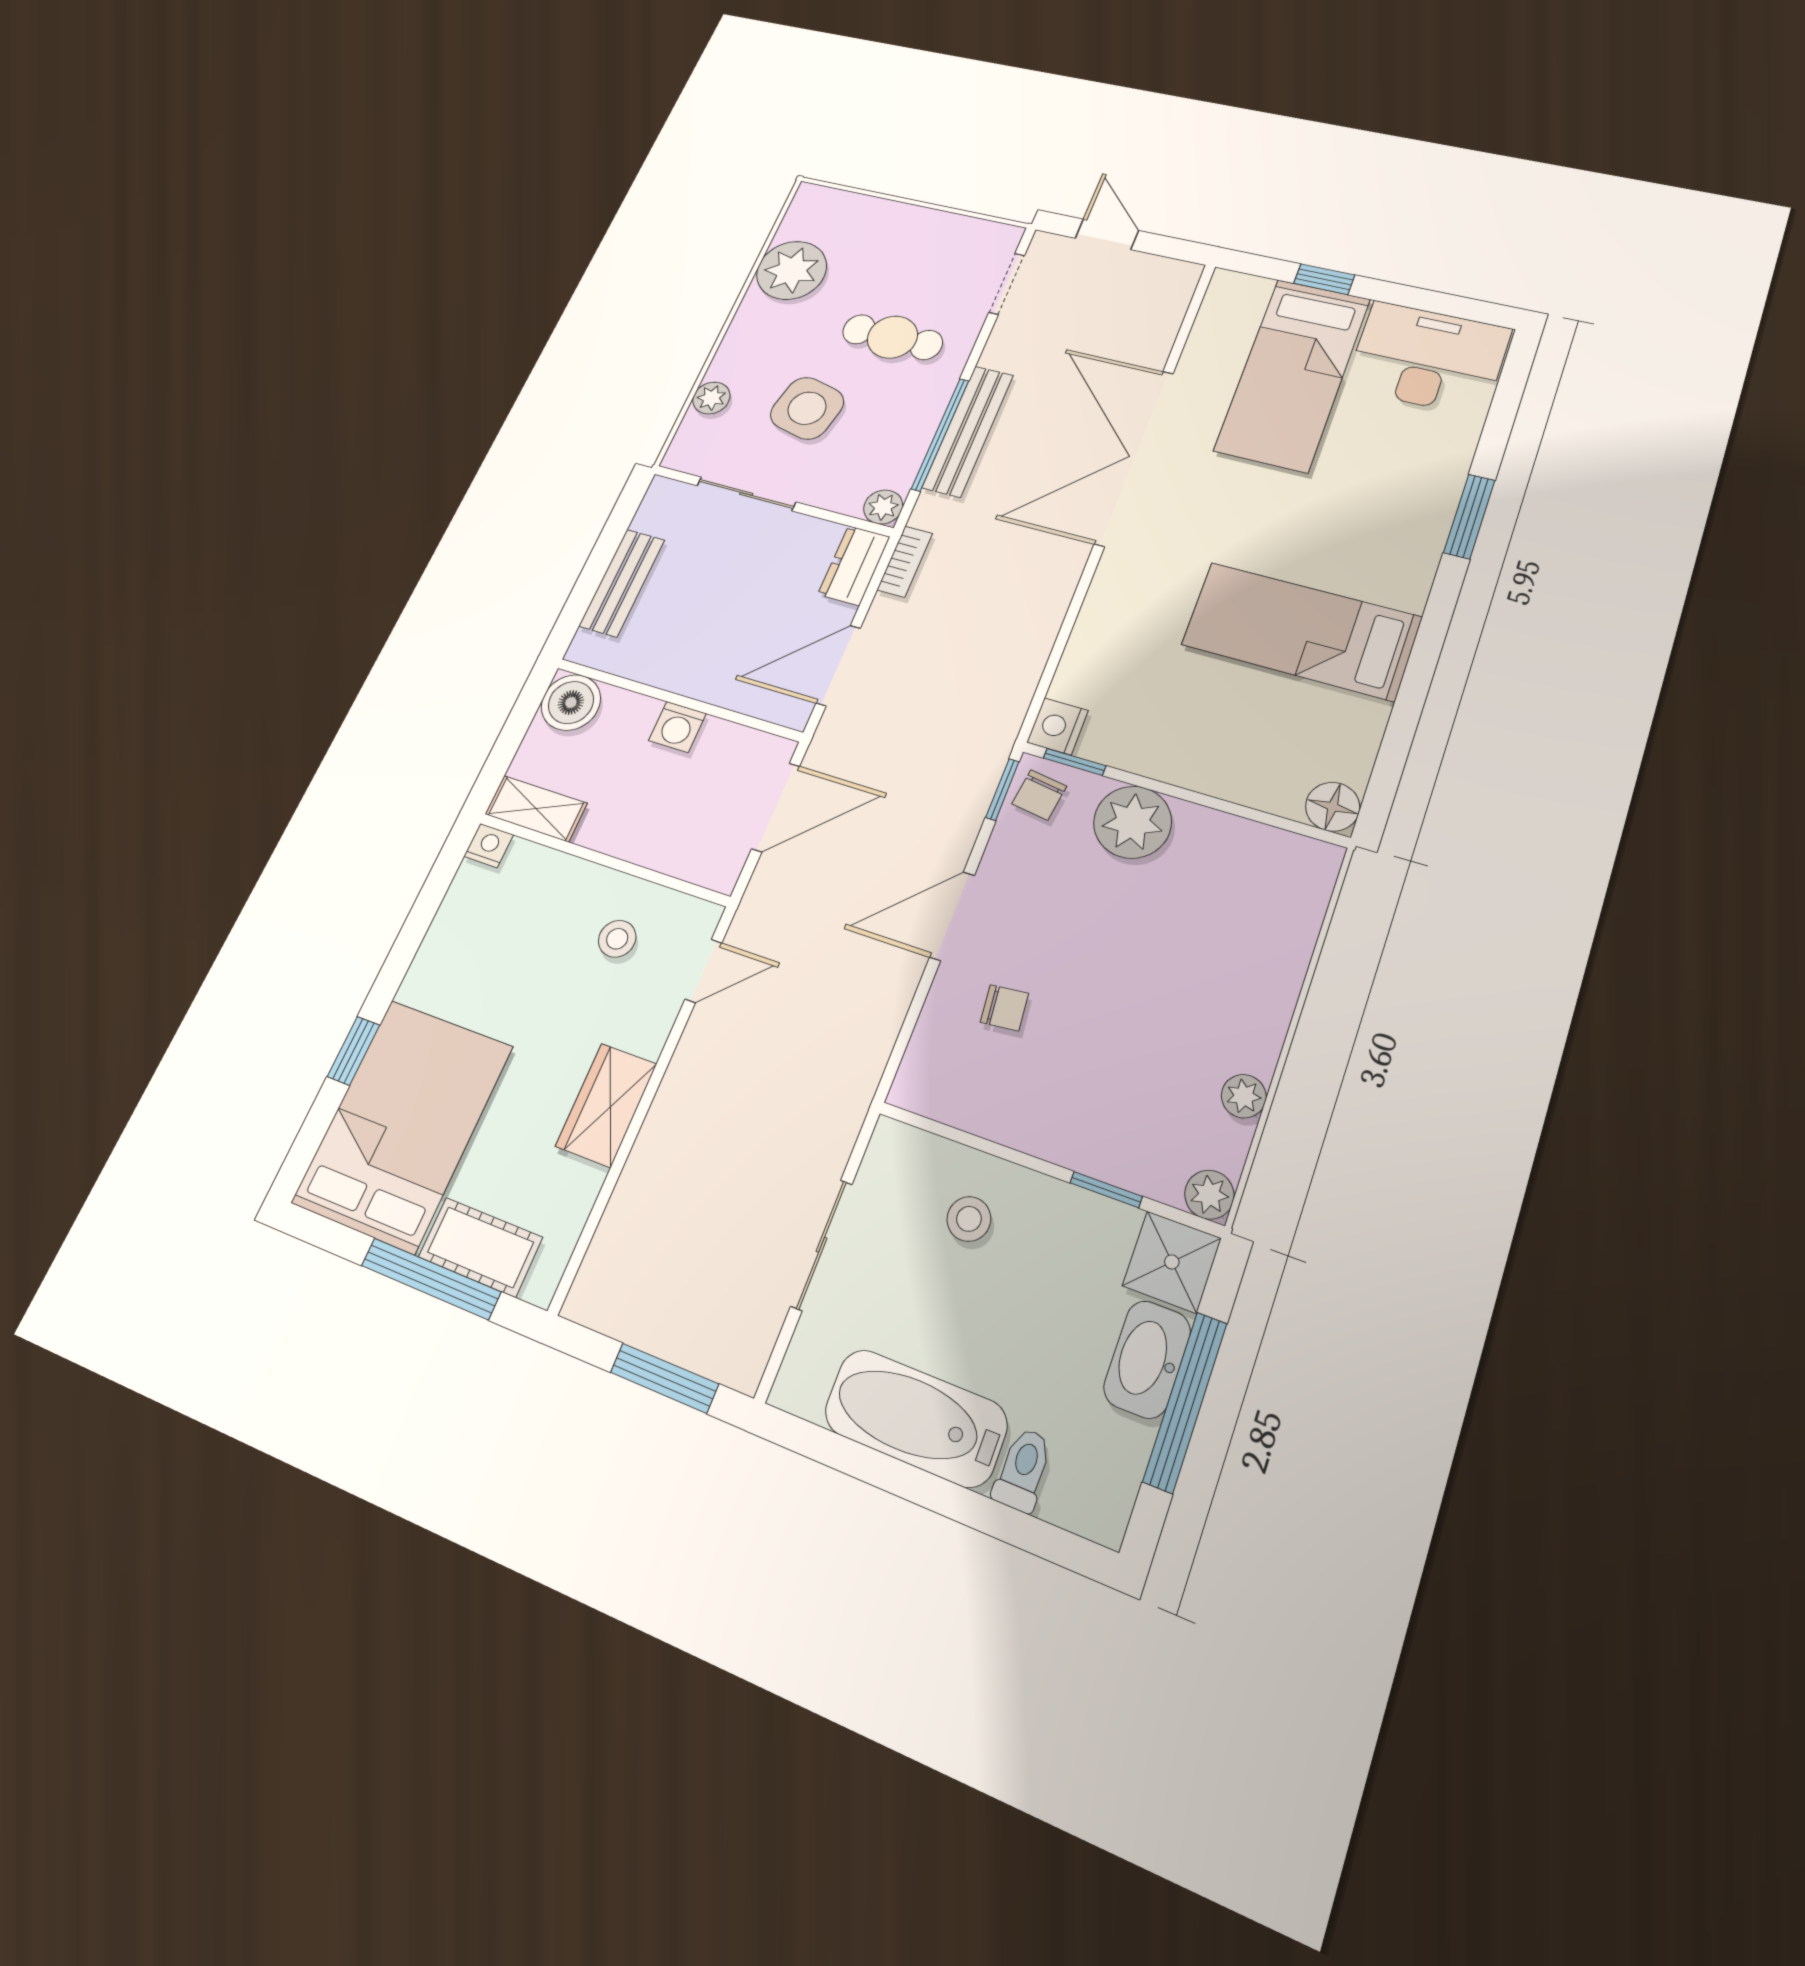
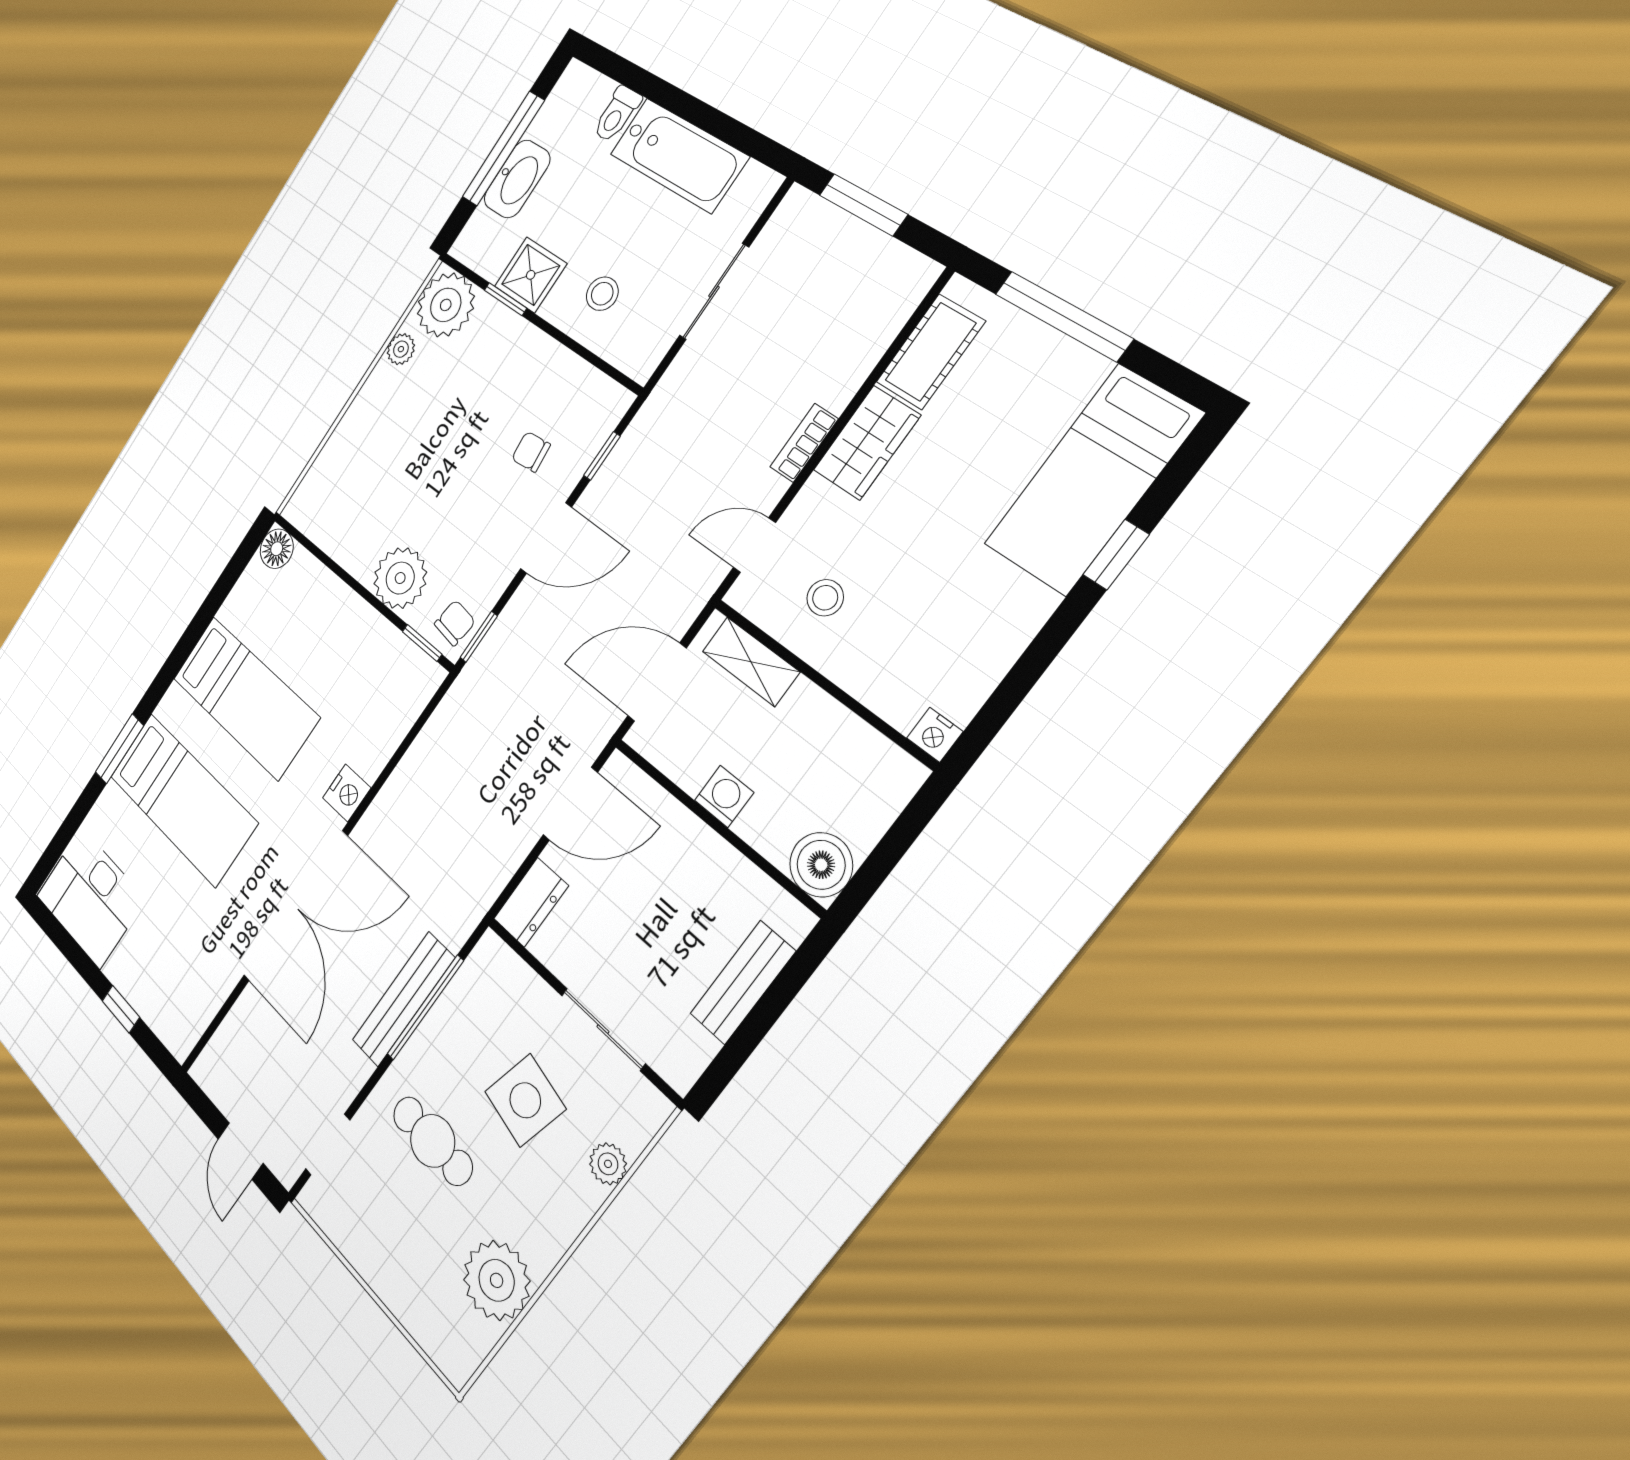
bed: (1293, 374) -> (183, 799), moved, turned 90
plant: (883, 507) -> (491, 953), removed
bookcase: (905, 562) -> (804, 443), moved
nightstand: (1058, 726) -> (347, 793), moved
shelving: (536, 809) -> (751, 662), moved
window: (909, 1024) -> (602, 456), added
bed: (403, 1124) -> (1092, 480), width x0.67
plant: (1209, 1195) -> (446, 305), width x1.87, depth x1.87
cot: (480, 1247) -> (930, 352), moved, turned 90
shower: (1172, 1262) -> (531, 275), moved

